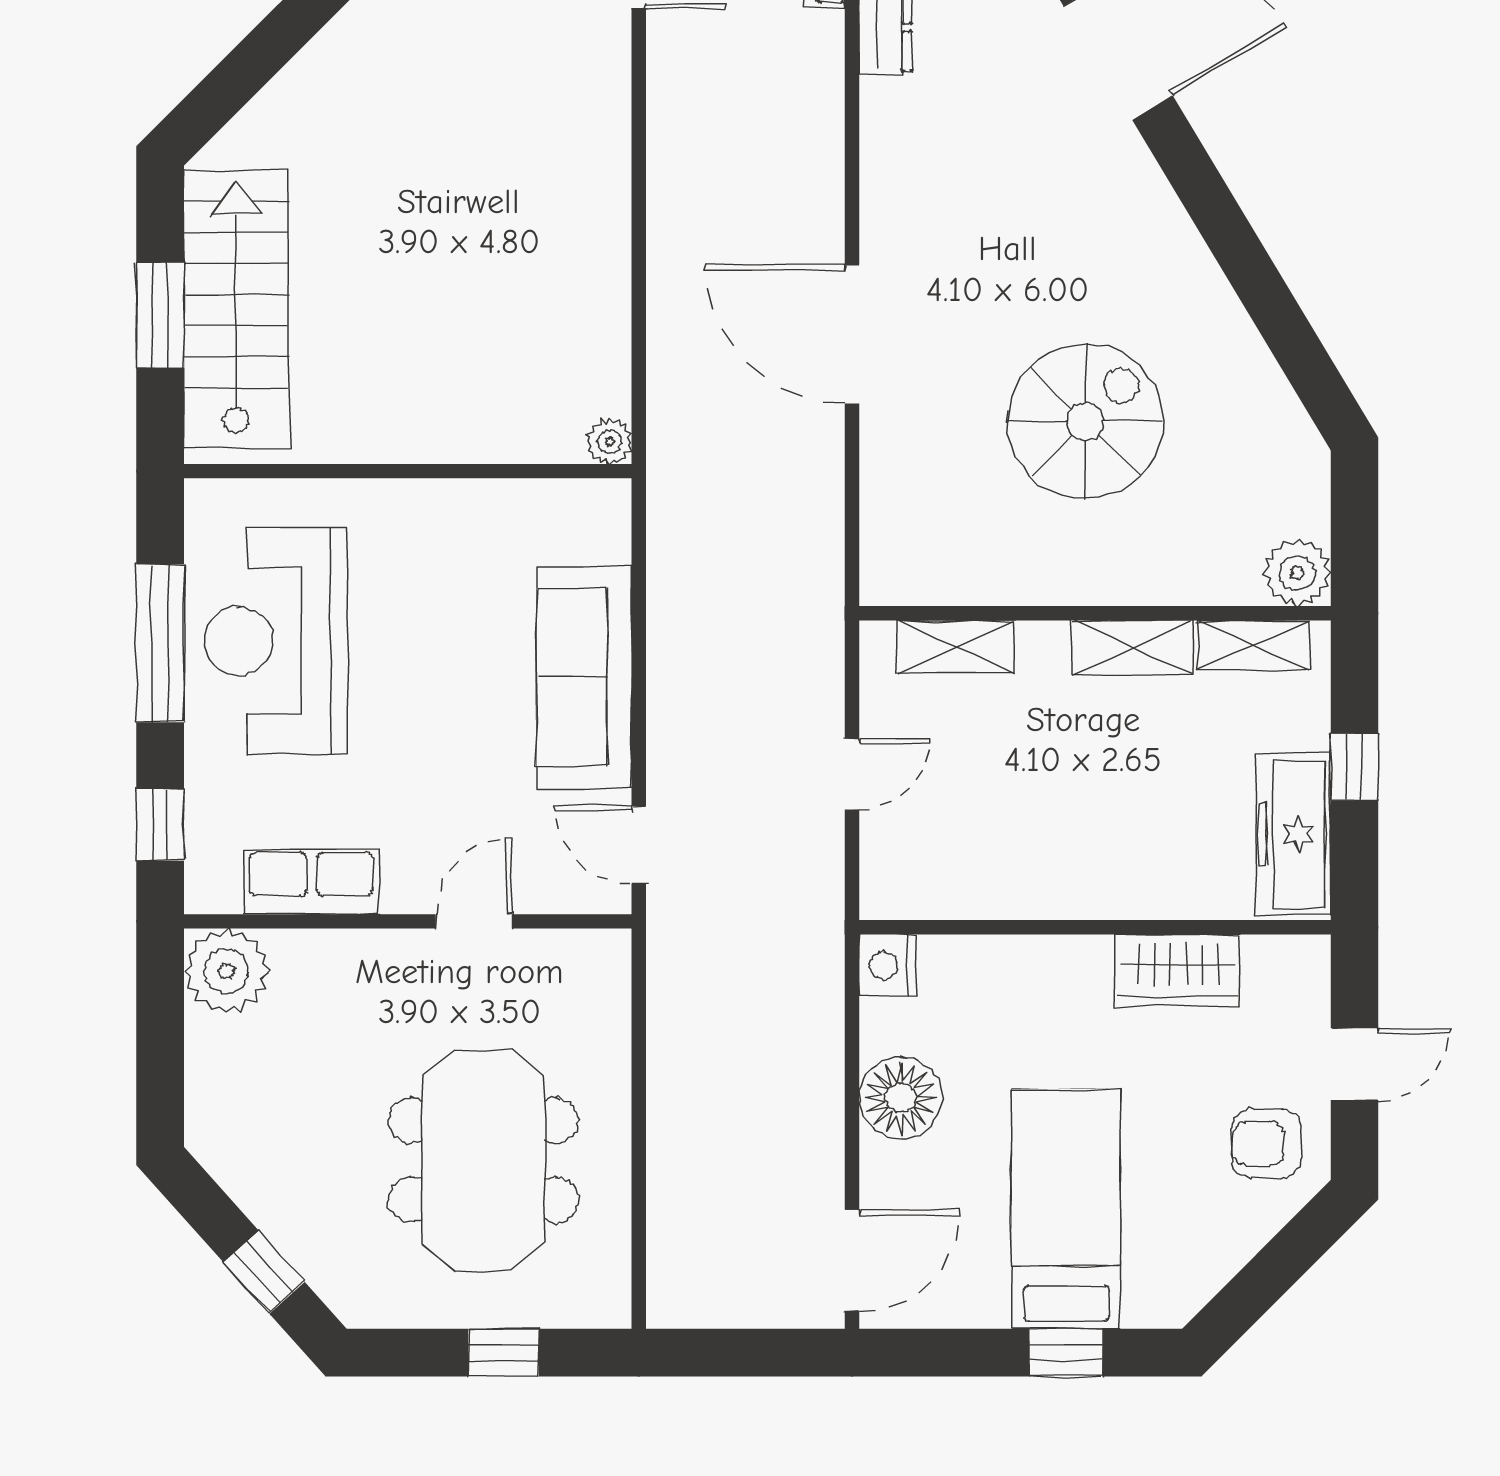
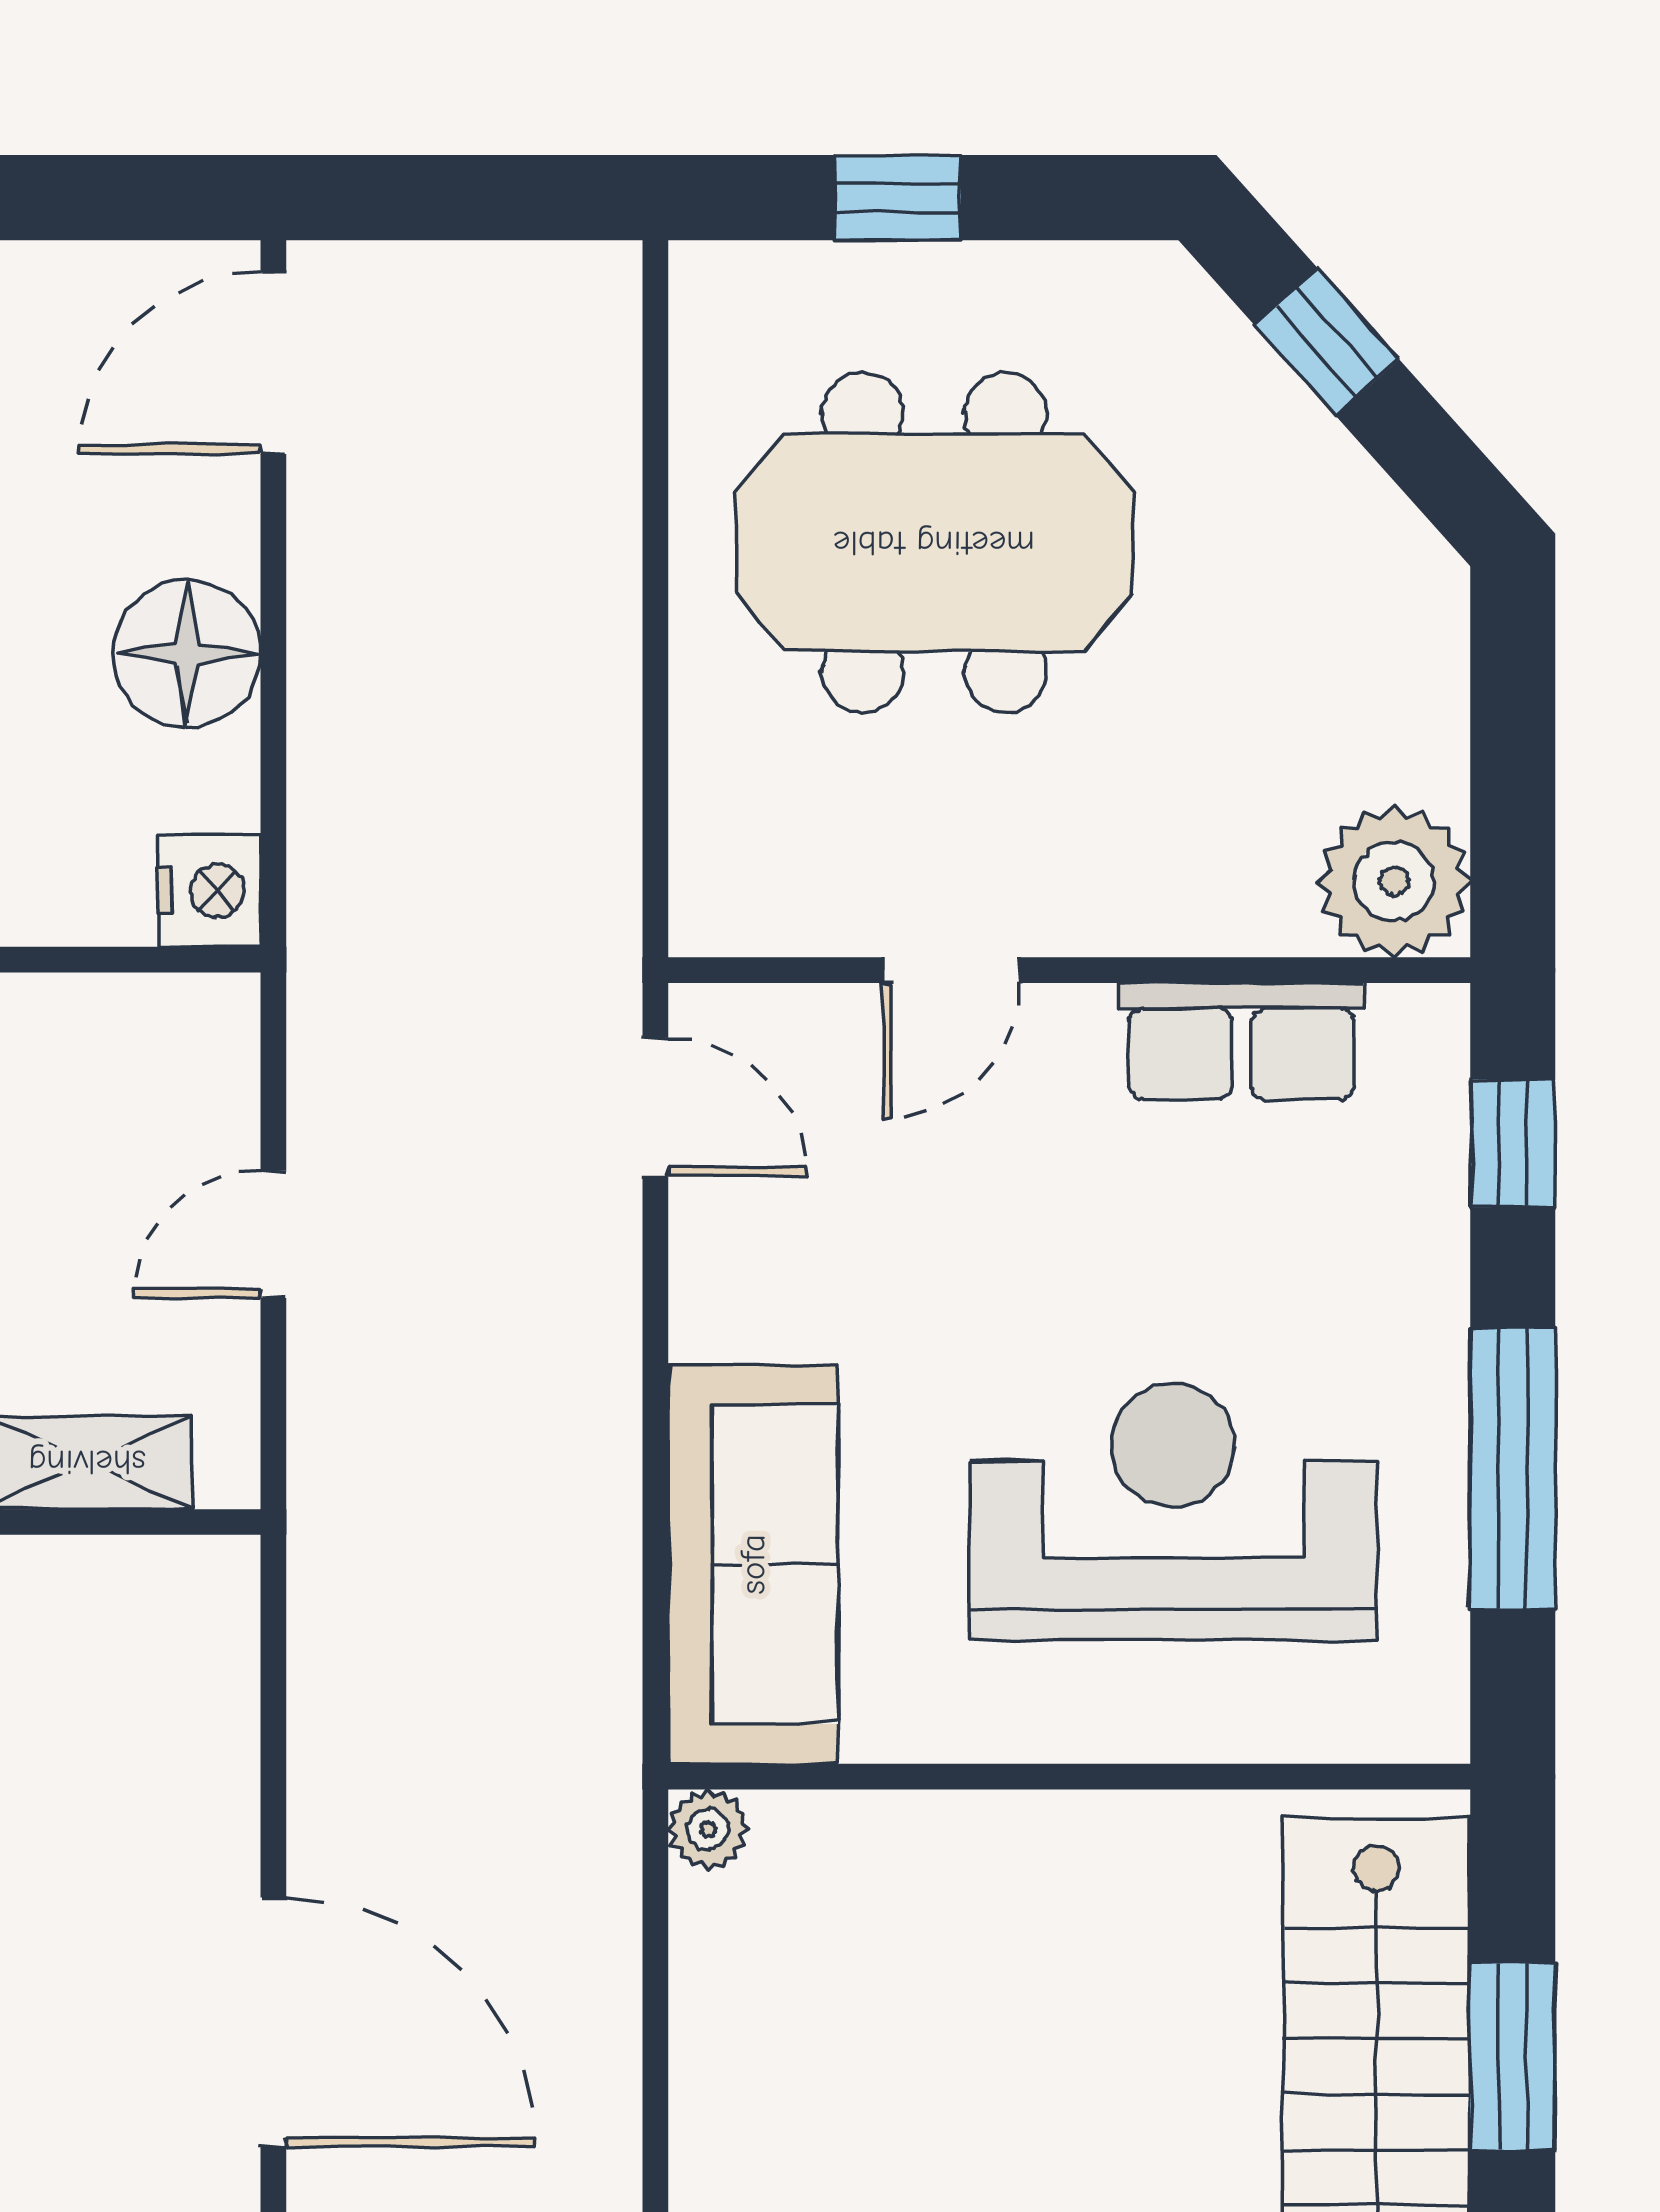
reception desk: (276, 641) -> (1173, 1512), moved, turned -90
sofa: (584, 678) -> (753, 1564), moved
meeting table: (483, 1160) -> (934, 543), turned 90

